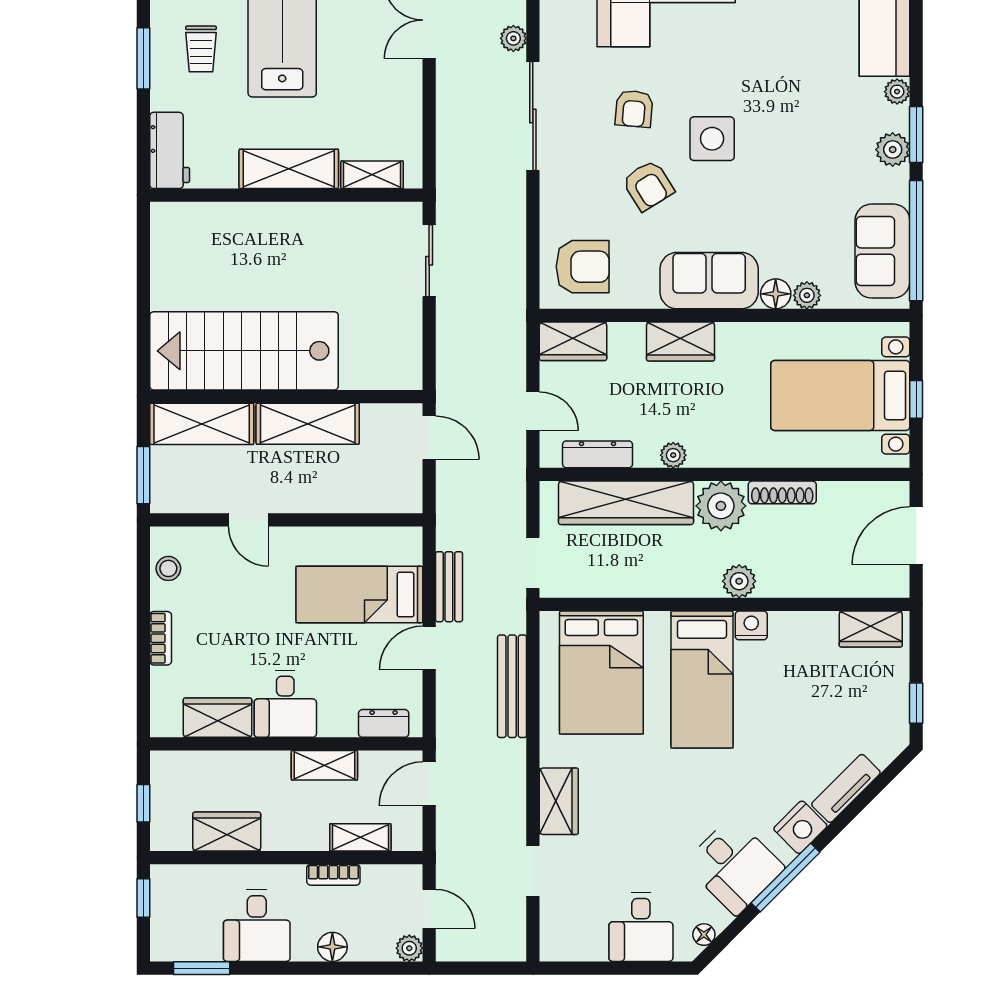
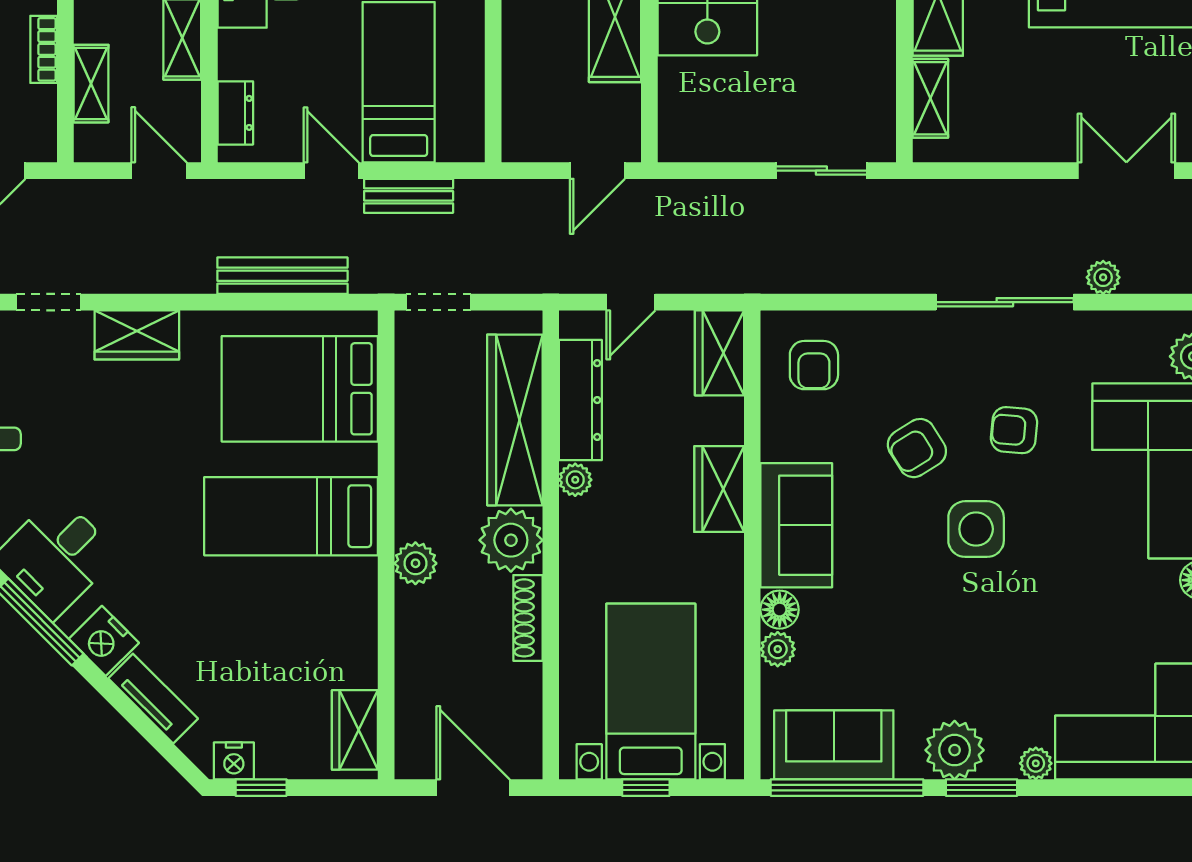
plant: (893, 150) -> (955, 750), width x1.36, depth x1.36
armchair: (583, 267) -> (814, 365), width x0.72, depth x0.72
dresser: (598, 454) -> (580, 400), width x1.37, depth x1.24
nightstand: (751, 625) -> (234, 761), moved, turned 90

